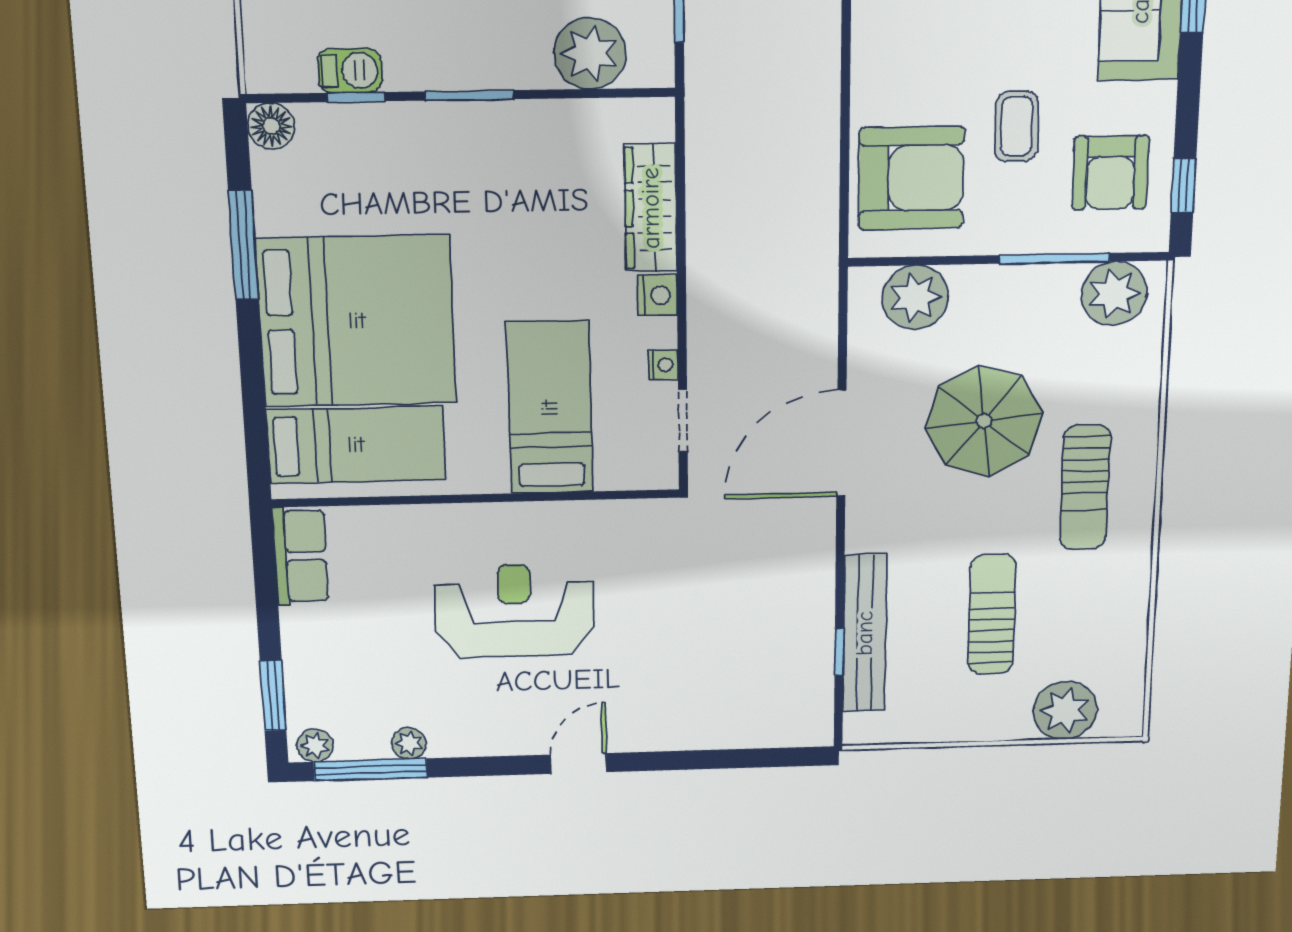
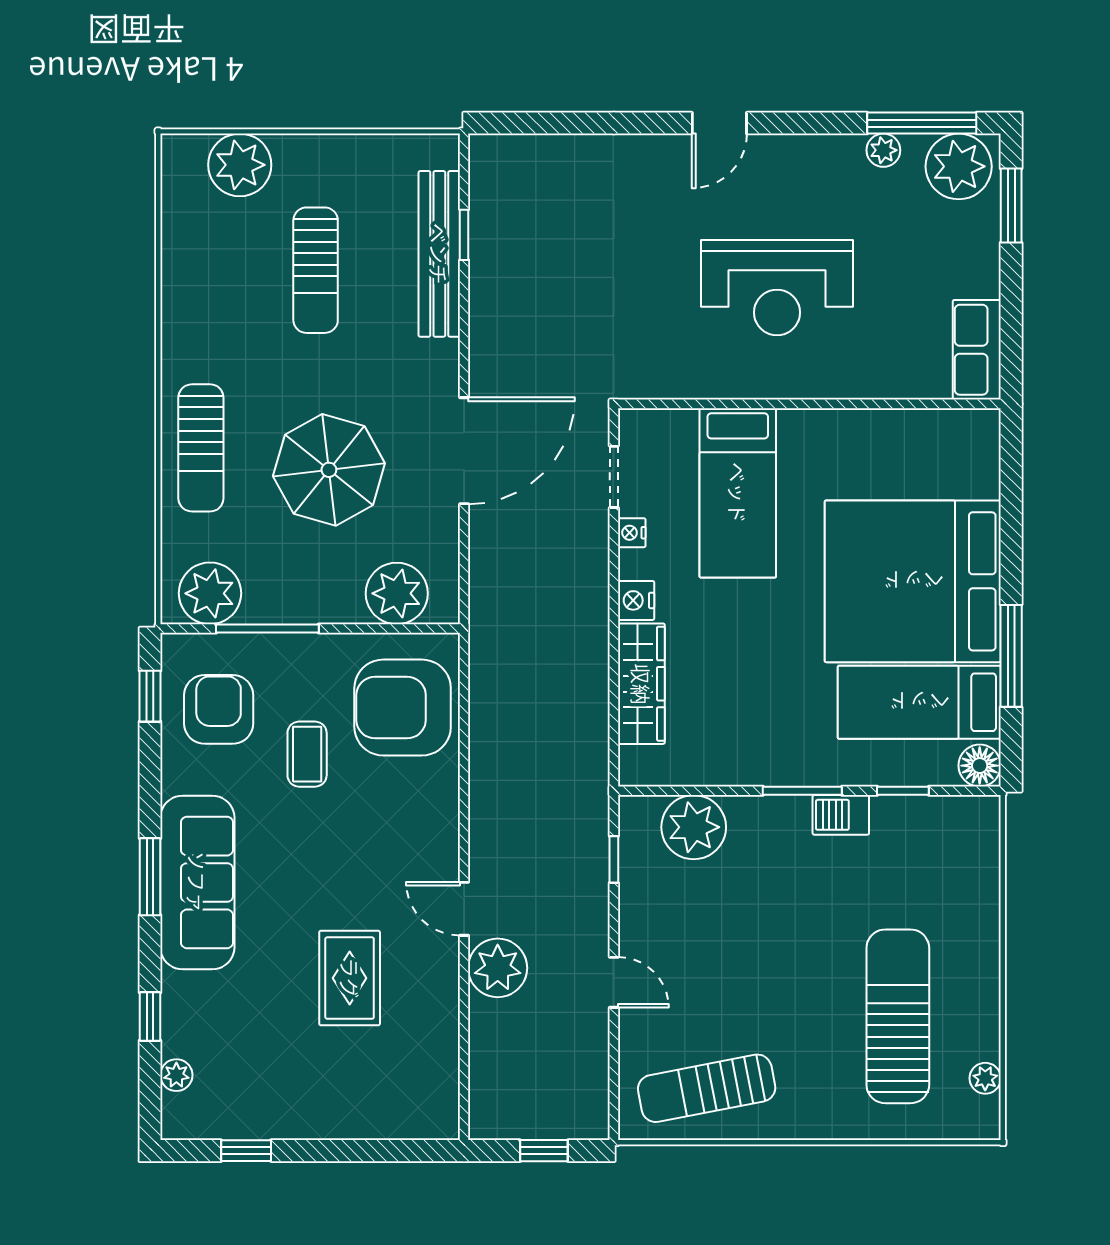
barbecue: (350, 71) -> (841, 815), moved
bed: (356, 445) -> (919, 702), moved
sun lounger: (1085, 487) -> (201, 448), moved, turned 180
plant: (315, 745) -> (959, 166), width x1.88, depth x1.88

